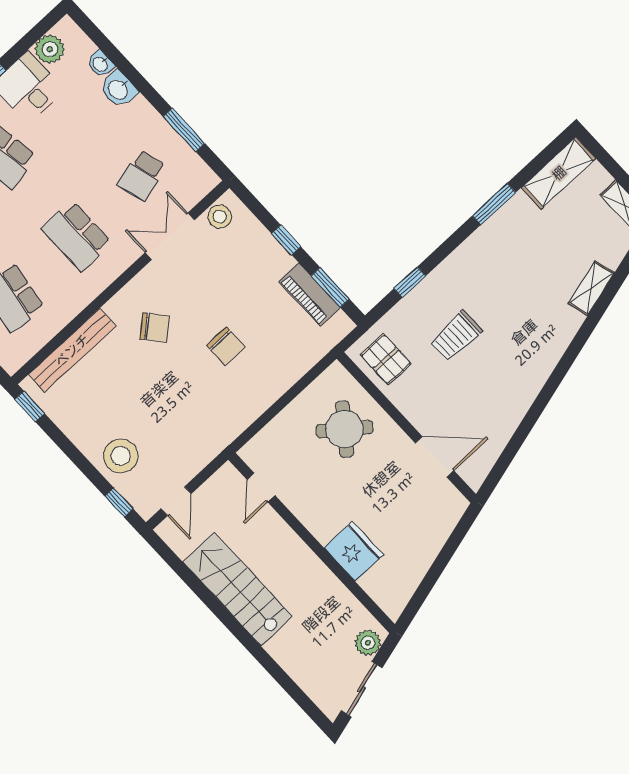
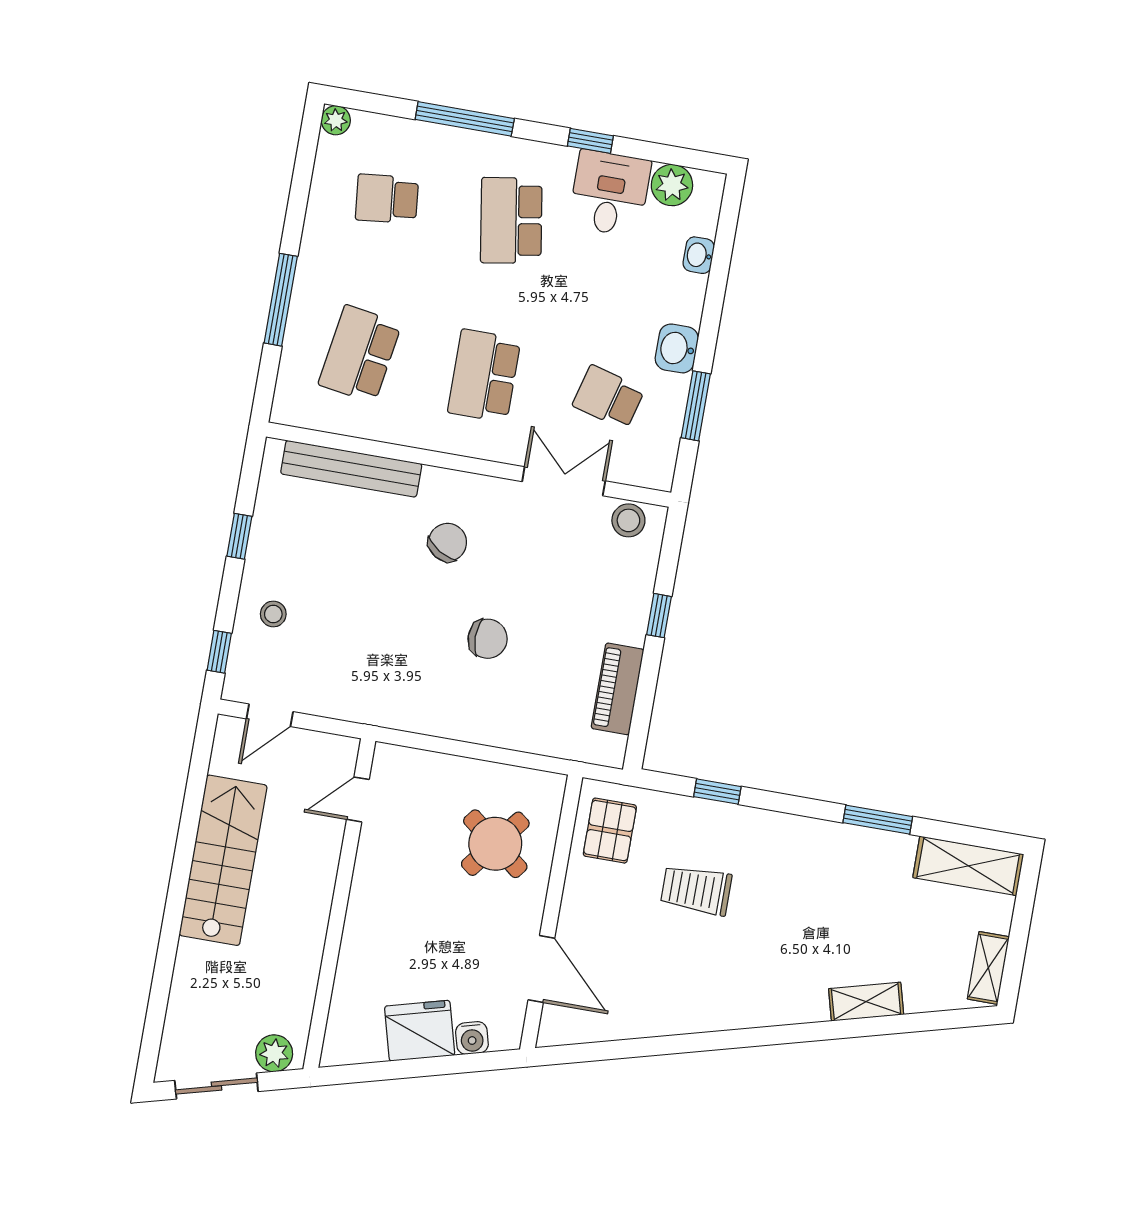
washbasin: (118, 89) -> (677, 348), moved
school desk: (142, 175) -> (609, 397), turned 30
window: (330, 287) -> (643, 706), removed
chair: (155, 328) -> (448, 542), turned -108
chair: (226, 346) -> (488, 639), turned -90
window: (30, 406) -> (239, 536), moved
stool: (121, 456) -> (273, 614), width x0.53, depth x0.53
water cooler: (444, 525) -> (472, 1038), added
fridge: (354, 551) -> (420, 1031), moved, turned -105

